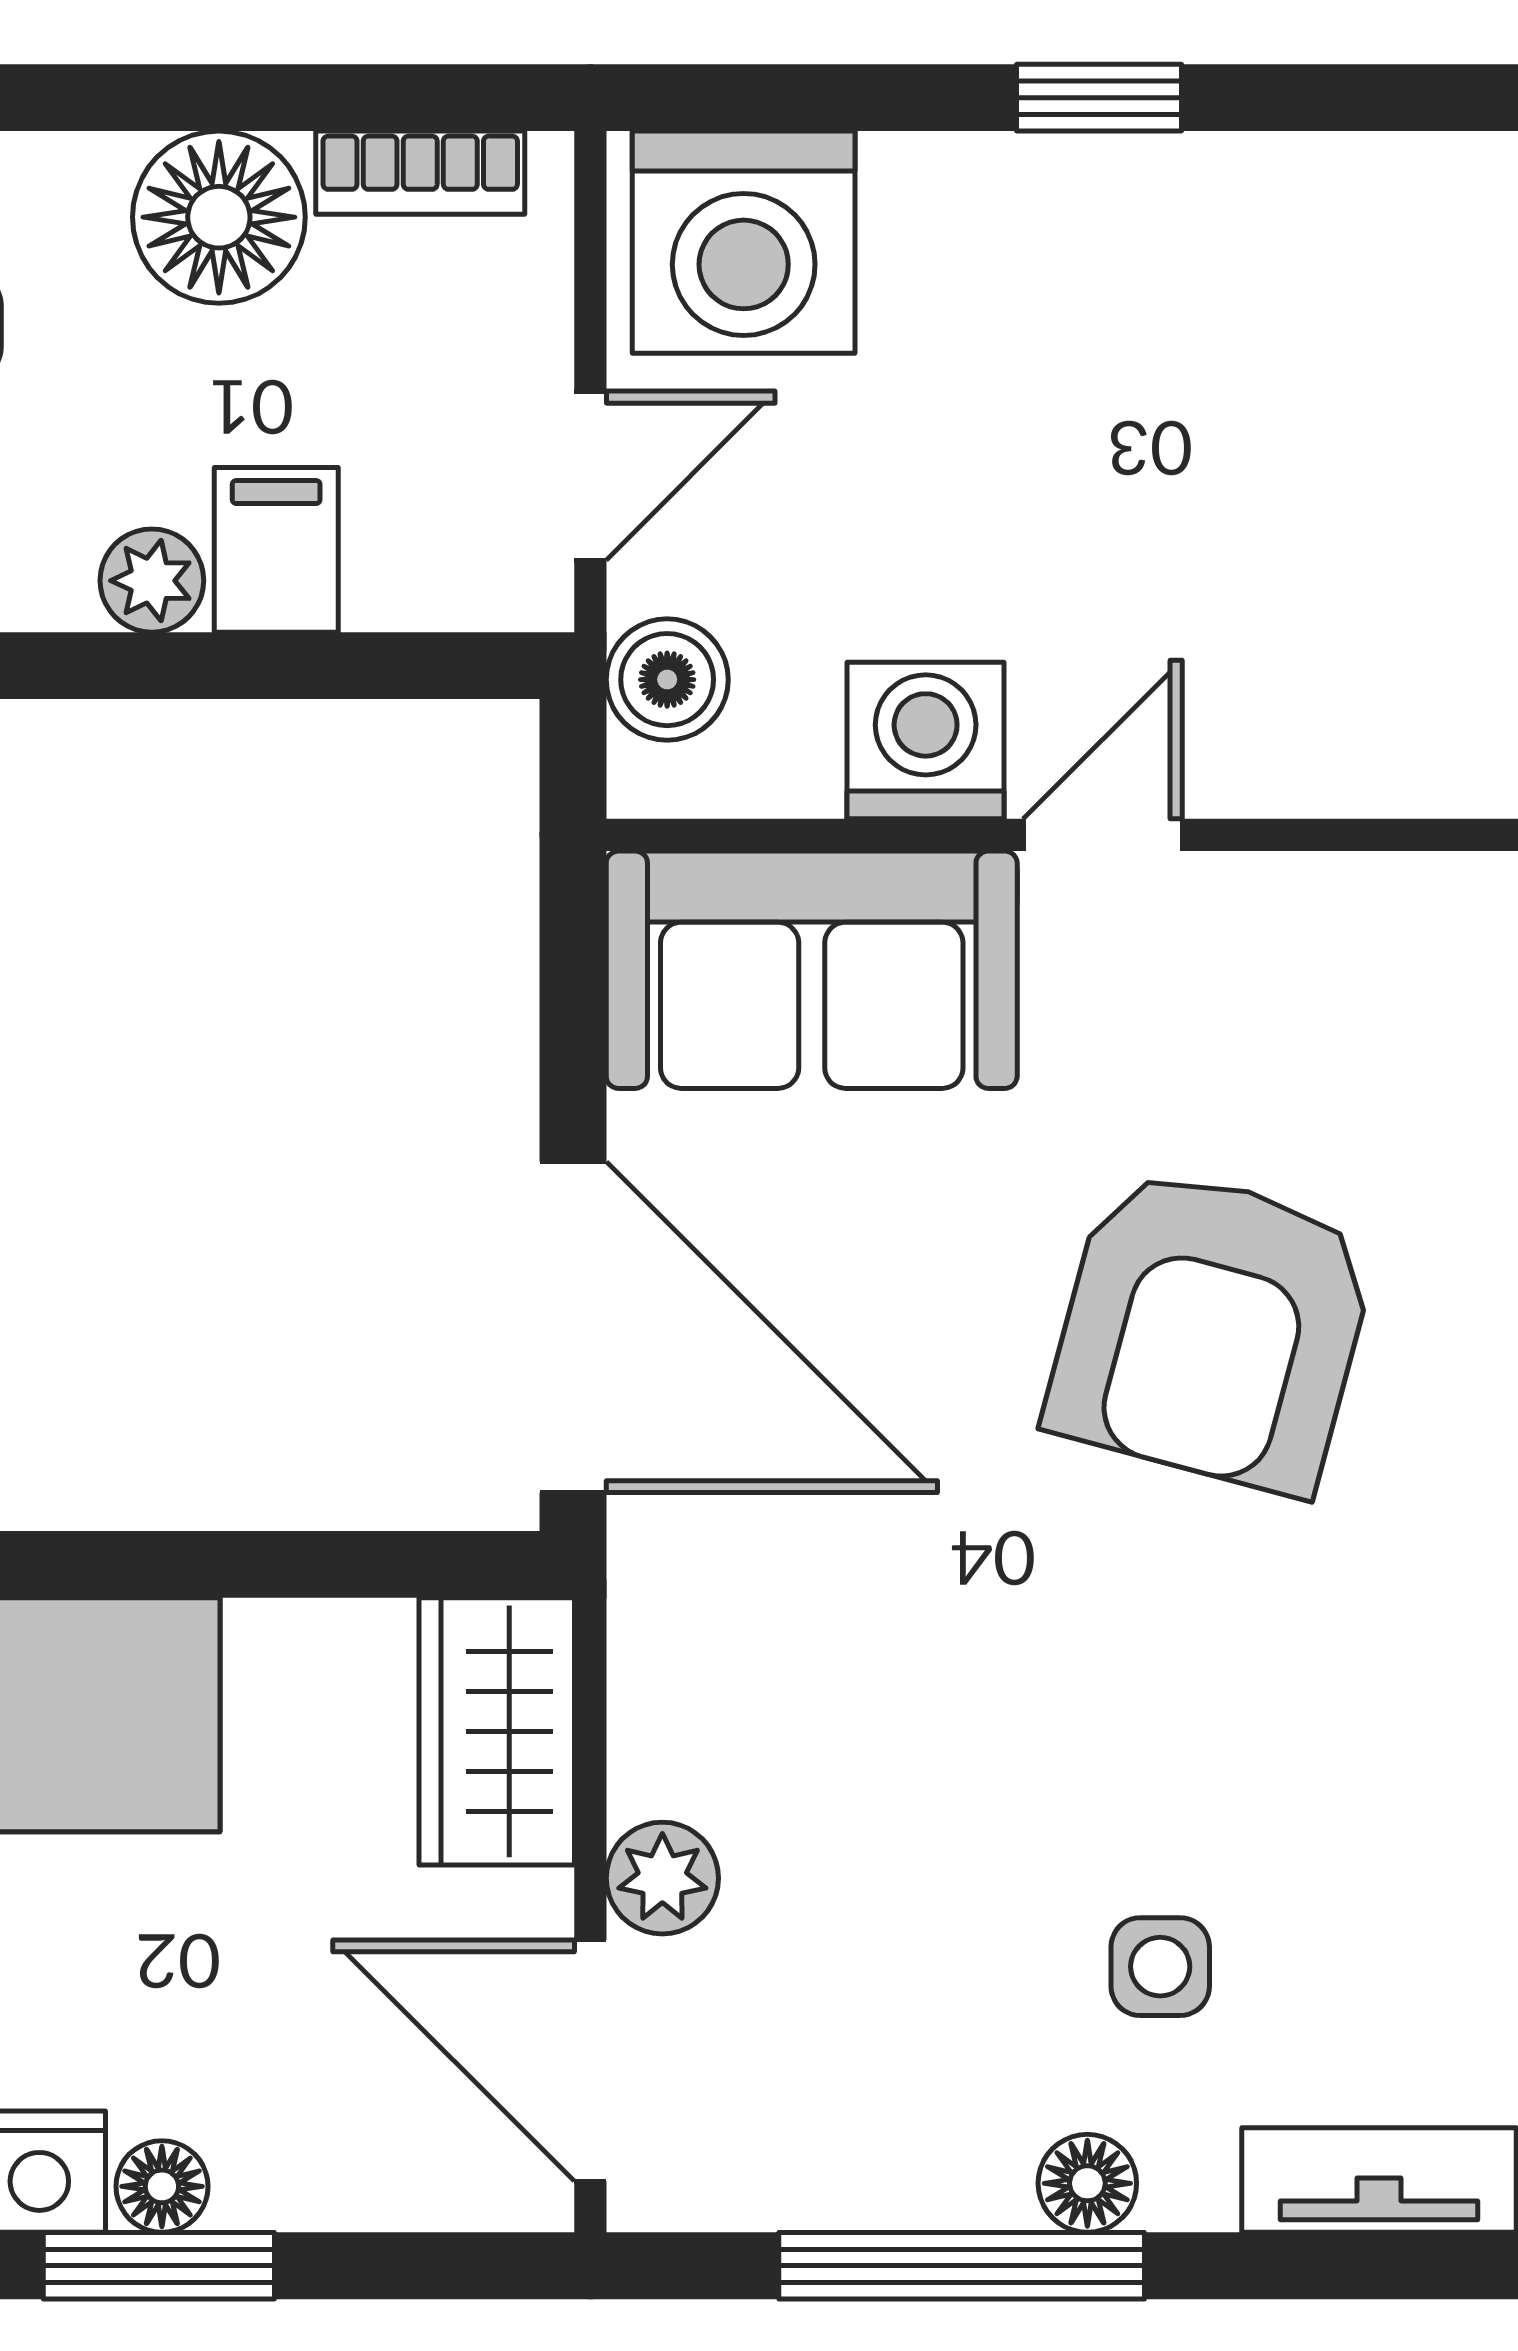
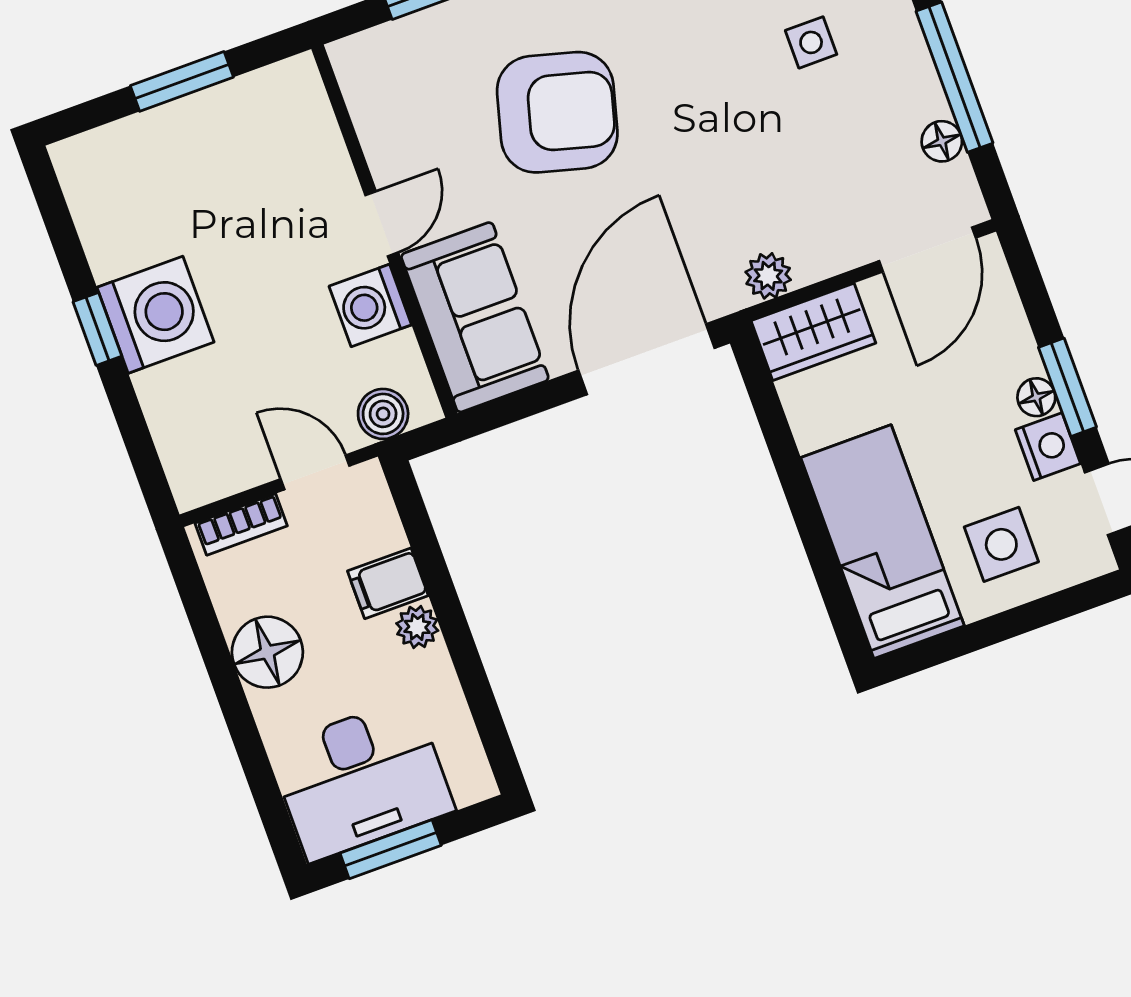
bookcase: (420, 173) -> (241, 524), moved, turned 90
washing machine: (744, 242) -> (156, 315), moved
door: (1103, 835) -> (382, 224), swing flipped
plant: (662, 1878) -> (768, 276), moved
floor lamp: (1087, 2183) -> (942, 141), moved

